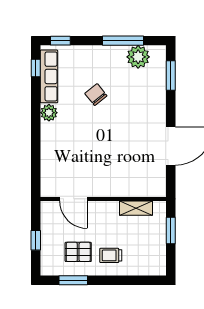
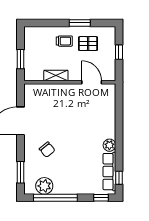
window: (123, 41) -> (55, 198), width x1.46
chair: (96, 95) -> (47, 150), moved
shelving: (136, 208) -> (56, 76), moved
window: (73, 280) -> (80, 23), moved

